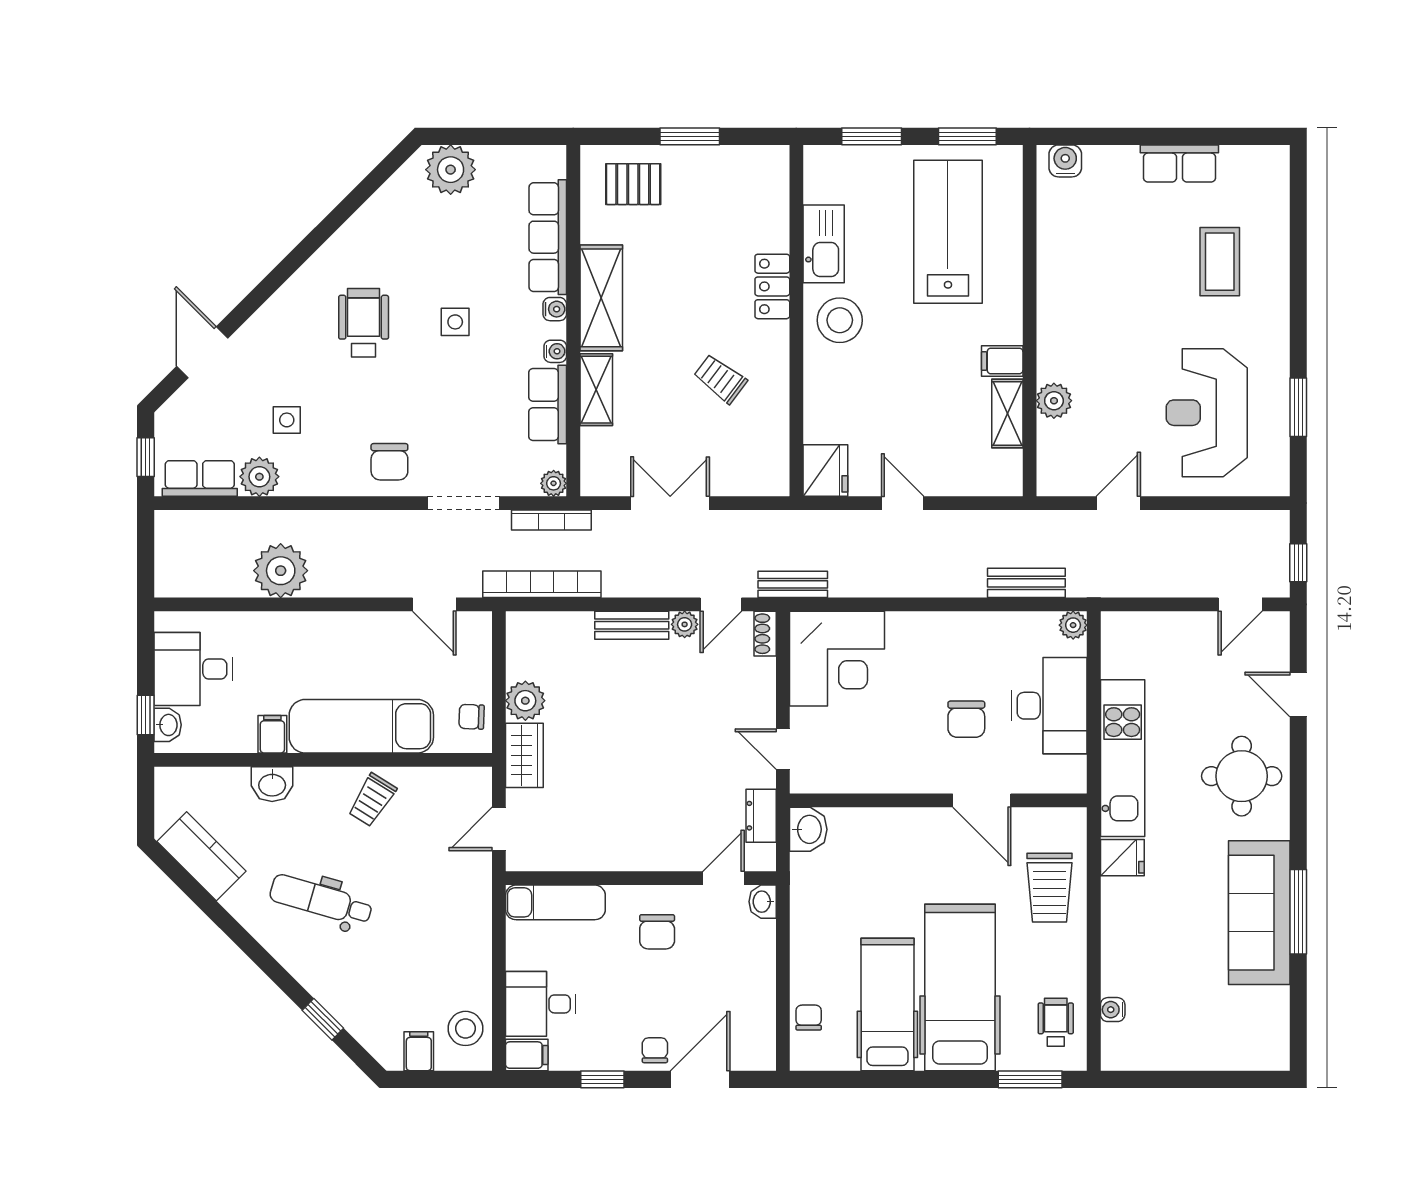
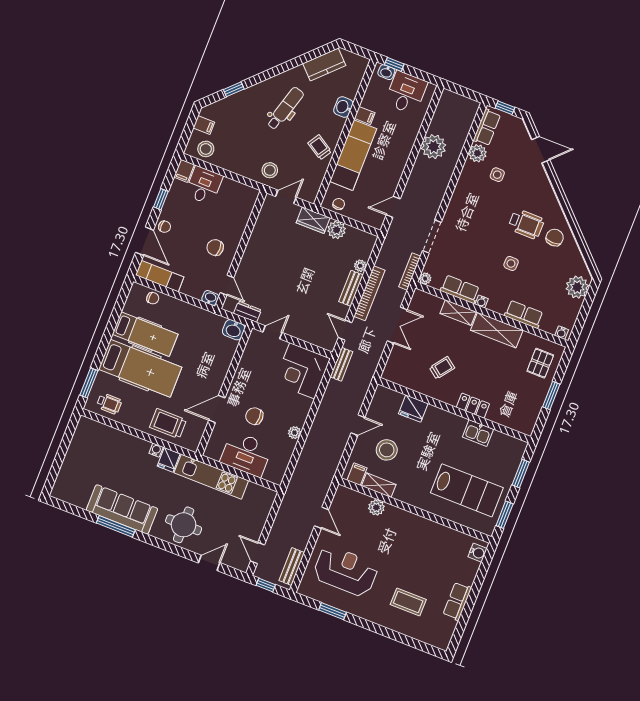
row of seats: (548, 237) -> (524, 314), width x0.68
kitchen sink: (824, 244) -> (478, 433), width x0.73
water cooler: (555, 309) -> (562, 333), moved
stool: (840, 320) -> (387, 450), moved
filing cabinet: (1002, 361) -> (357, 474), moved
chair: (389, 462) -> (555, 238), moved, turned 90
fridge: (825, 470) -> (413, 409), moved
bench: (1026, 583) -> (292, 567), moved
bookcase: (542, 584) -> (369, 293), moved
plant: (685, 624) -> (360, 266), moved
plant: (1073, 625) -> (295, 433), moved
shoe rack: (765, 634) -> (325, 344), removed
door: (499, 829) -> (286, 197), hinge flipped
stool: (458, 883) -> (270, 170), added
exam couch: (555, 902) -> (160, 276), moved, turned 90
water cooler: (1113, 1010) -> (156, 450), moved

